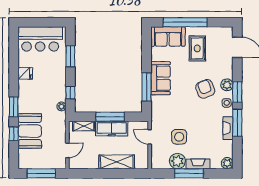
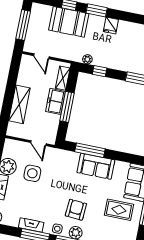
fridge: (25, 73) -> (111, 26), moved
armchair: (205, 89) -> (76, 210), turned -65
freezer: (112, 129) -> (55, 101), width x0.71
door: (150, 137) -> (38, 143), swing flipped

